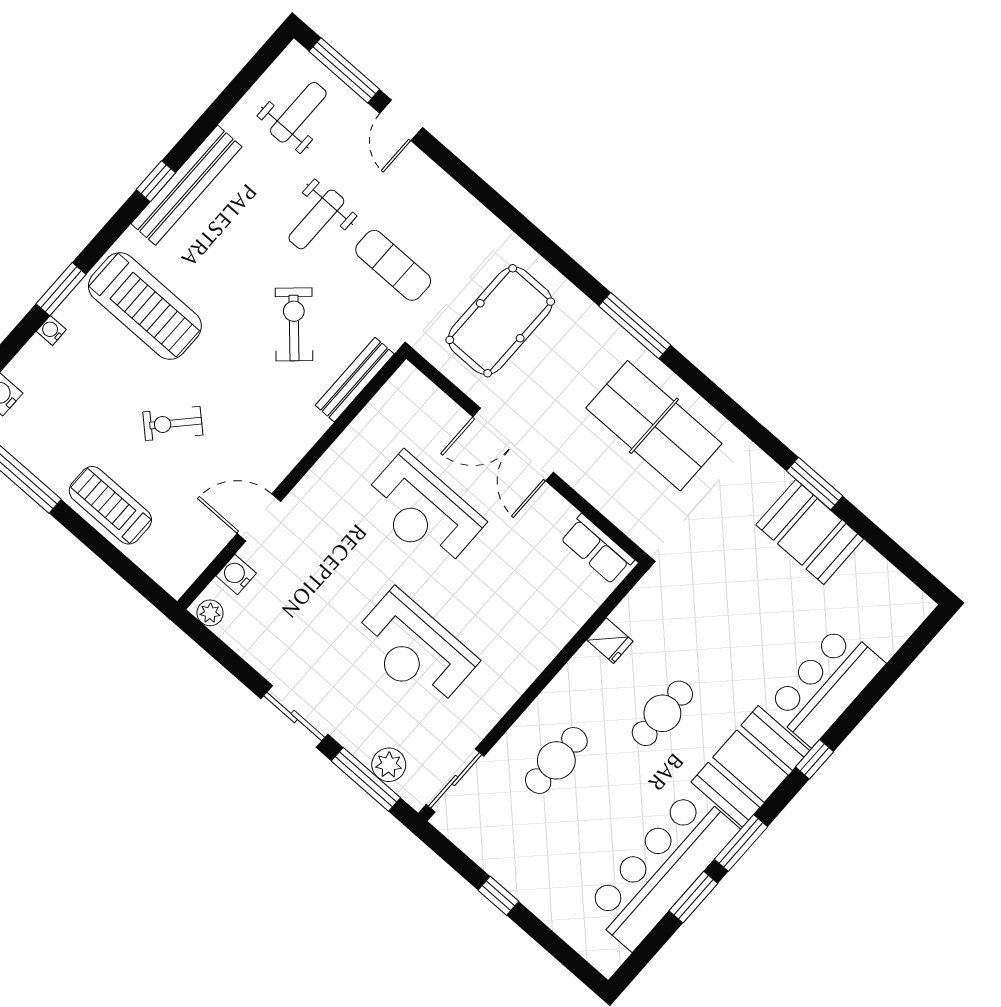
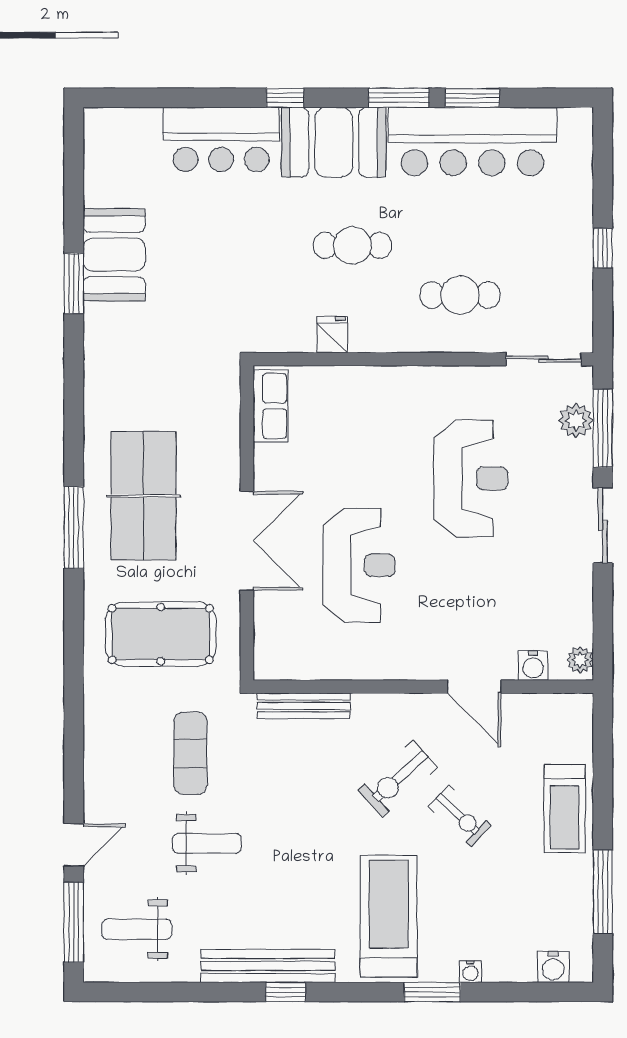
exercise bike: (294, 324) -> (398, 779), moved
table tennis table: (654, 426) -> (143, 496), moved

